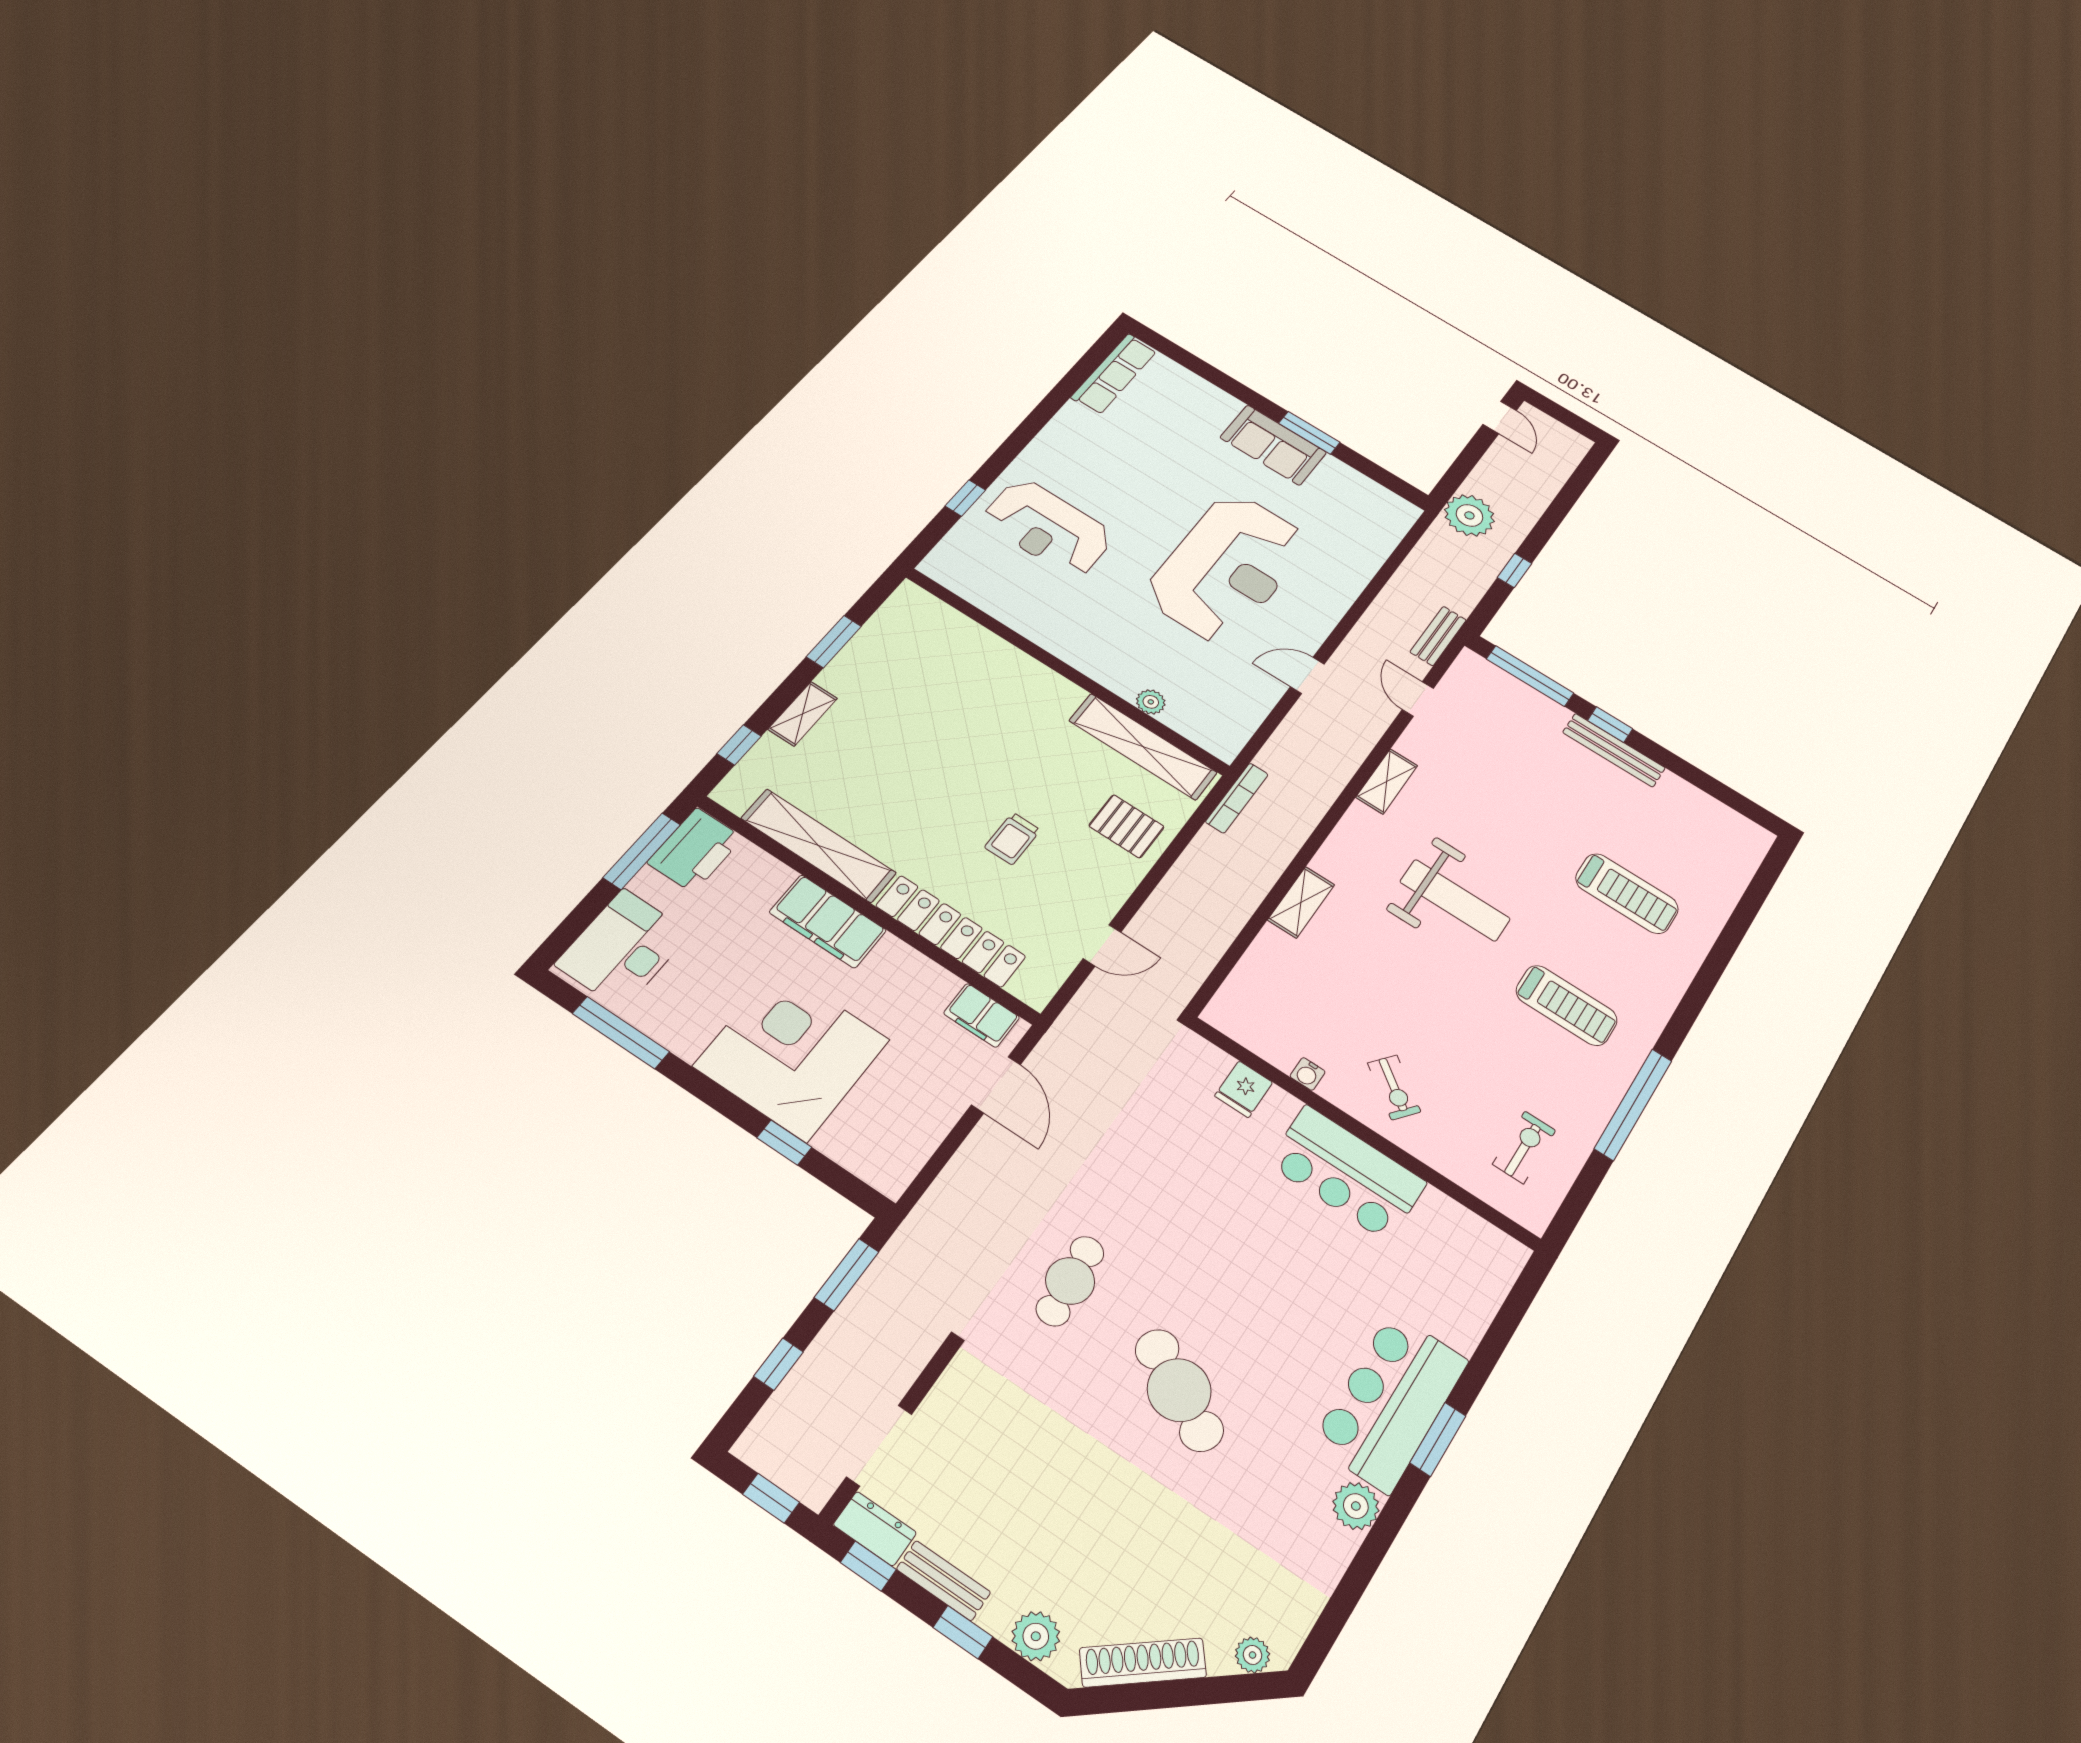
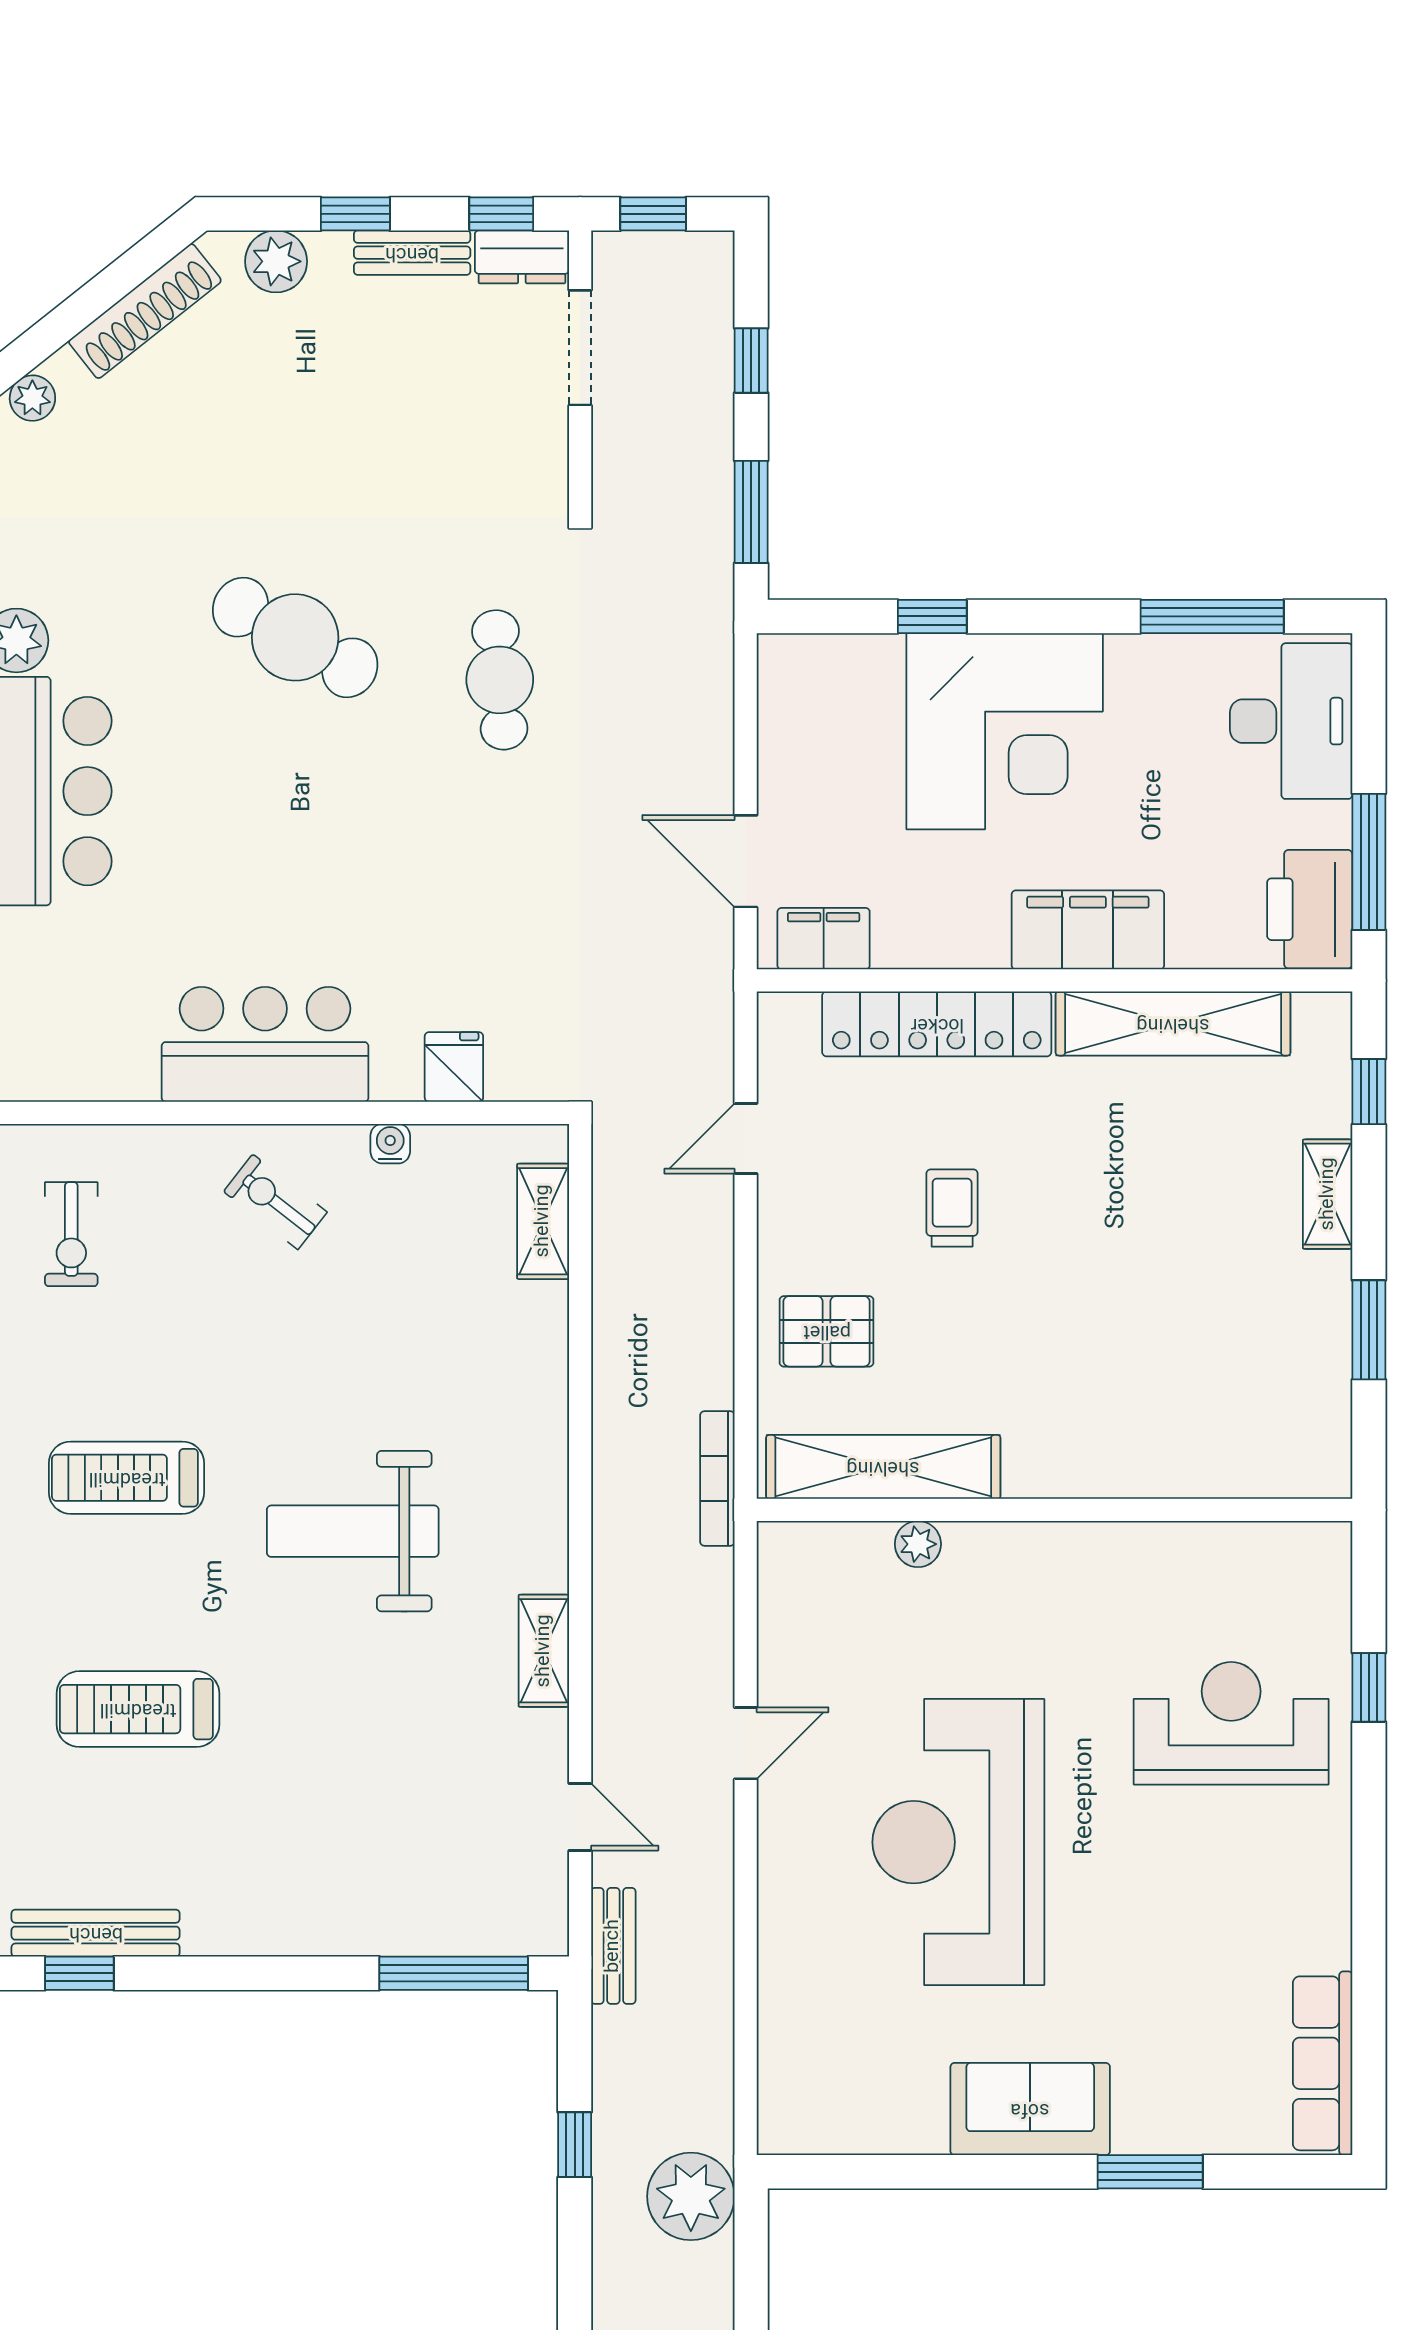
window: (1309, 433) -> (1150, 2172), moved
window: (1610, 725) -> (79, 1973), moved
bench: (1614, 750) -> (96, 1933), moved
shelving: (1301, 902) -> (543, 1221), moved

